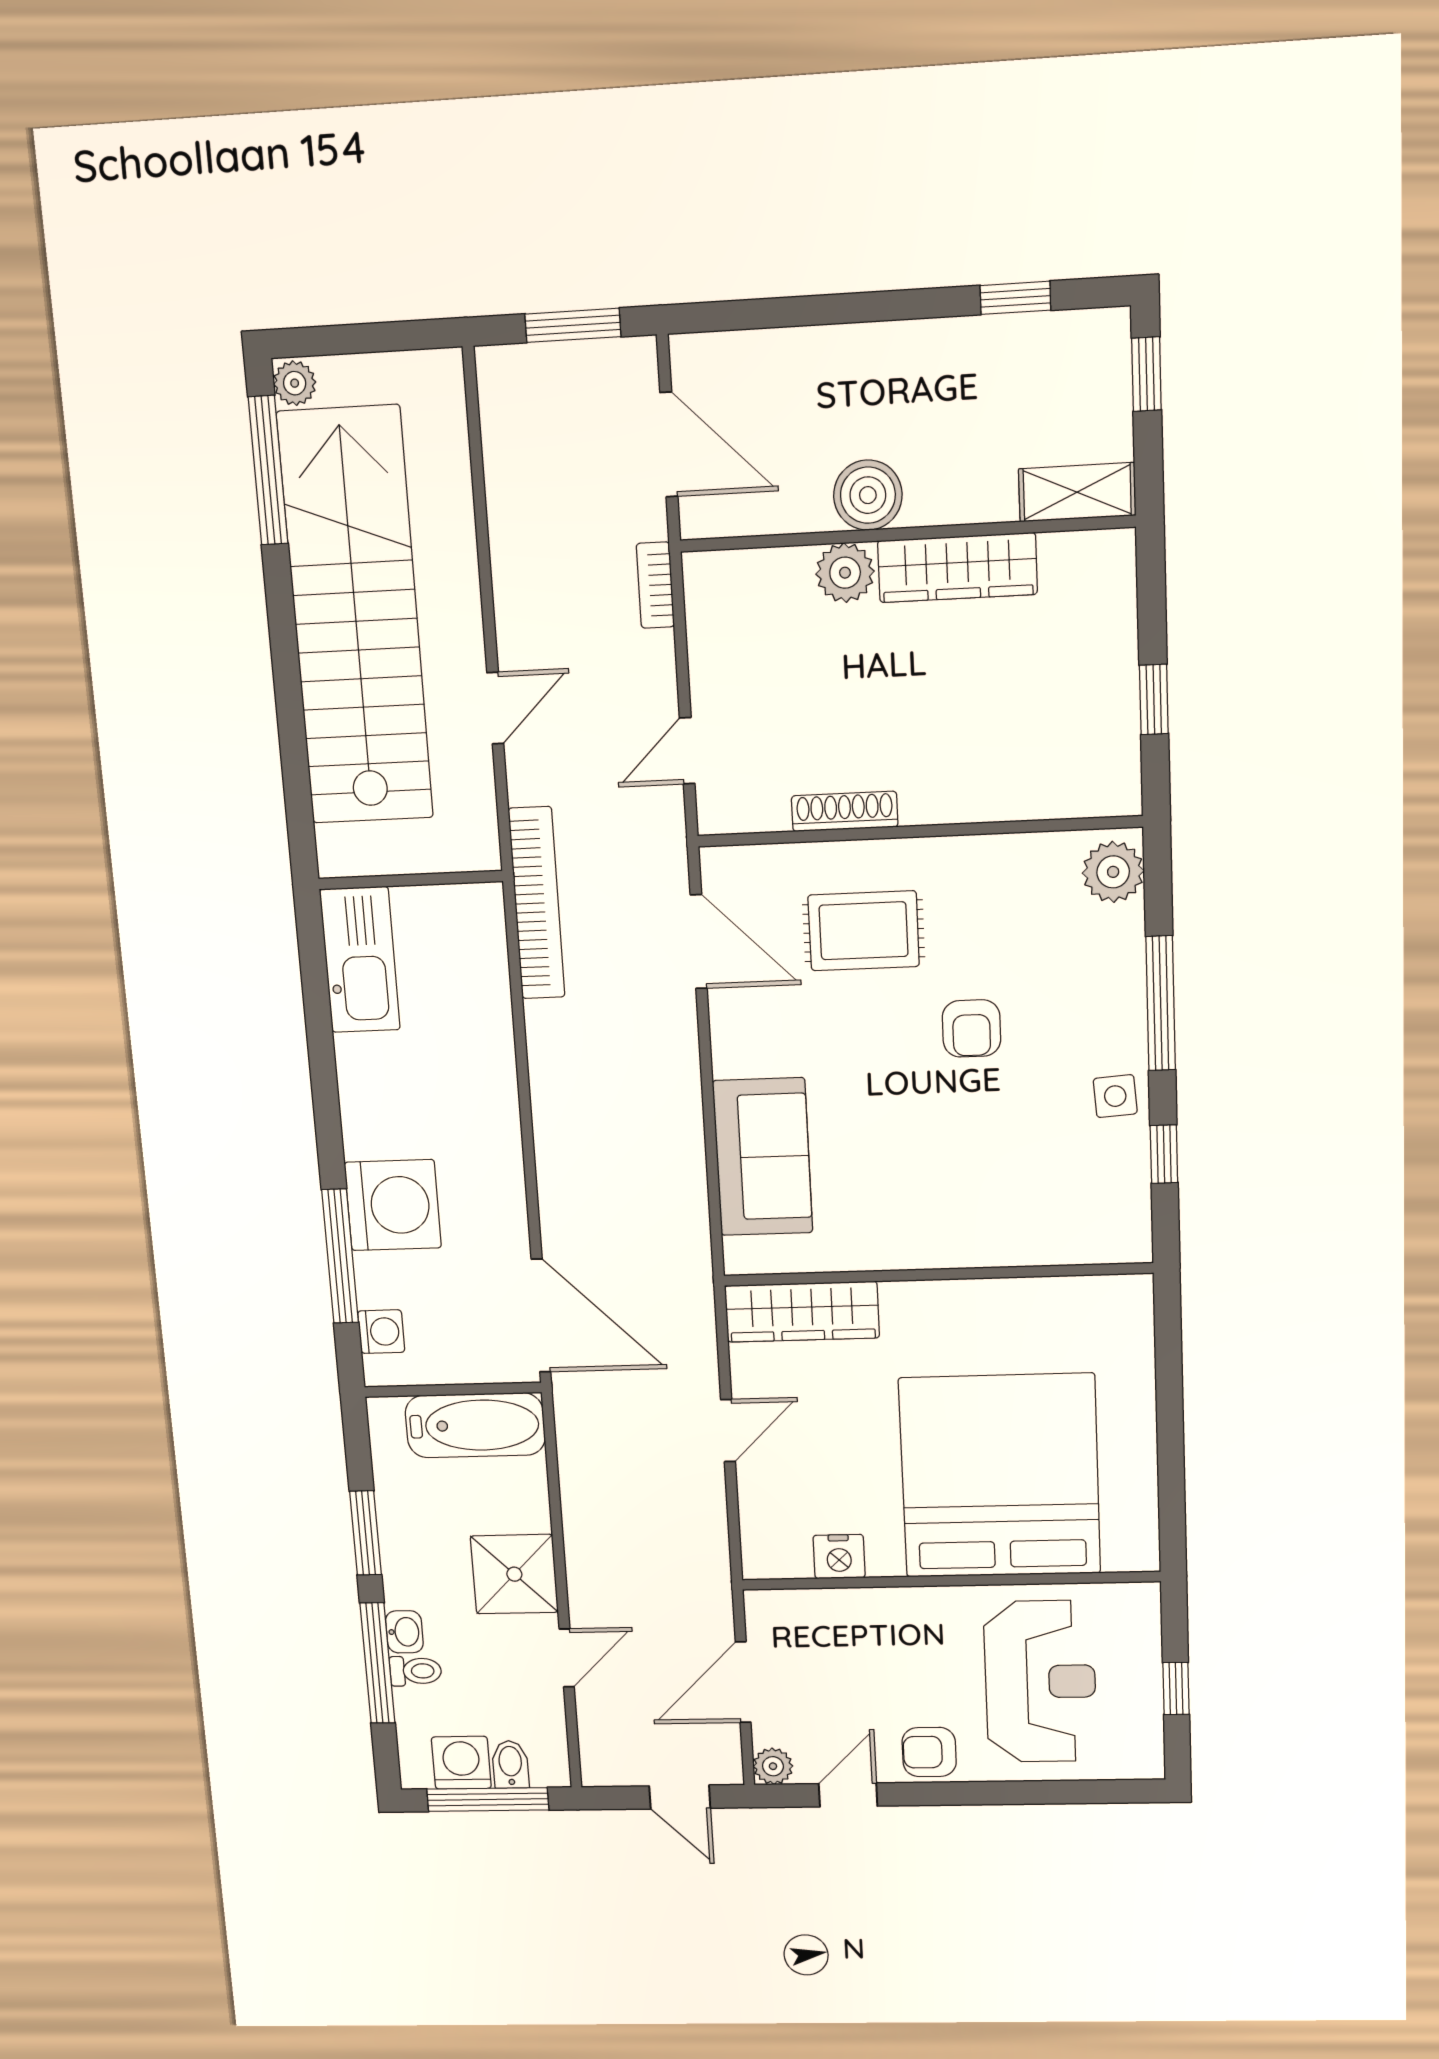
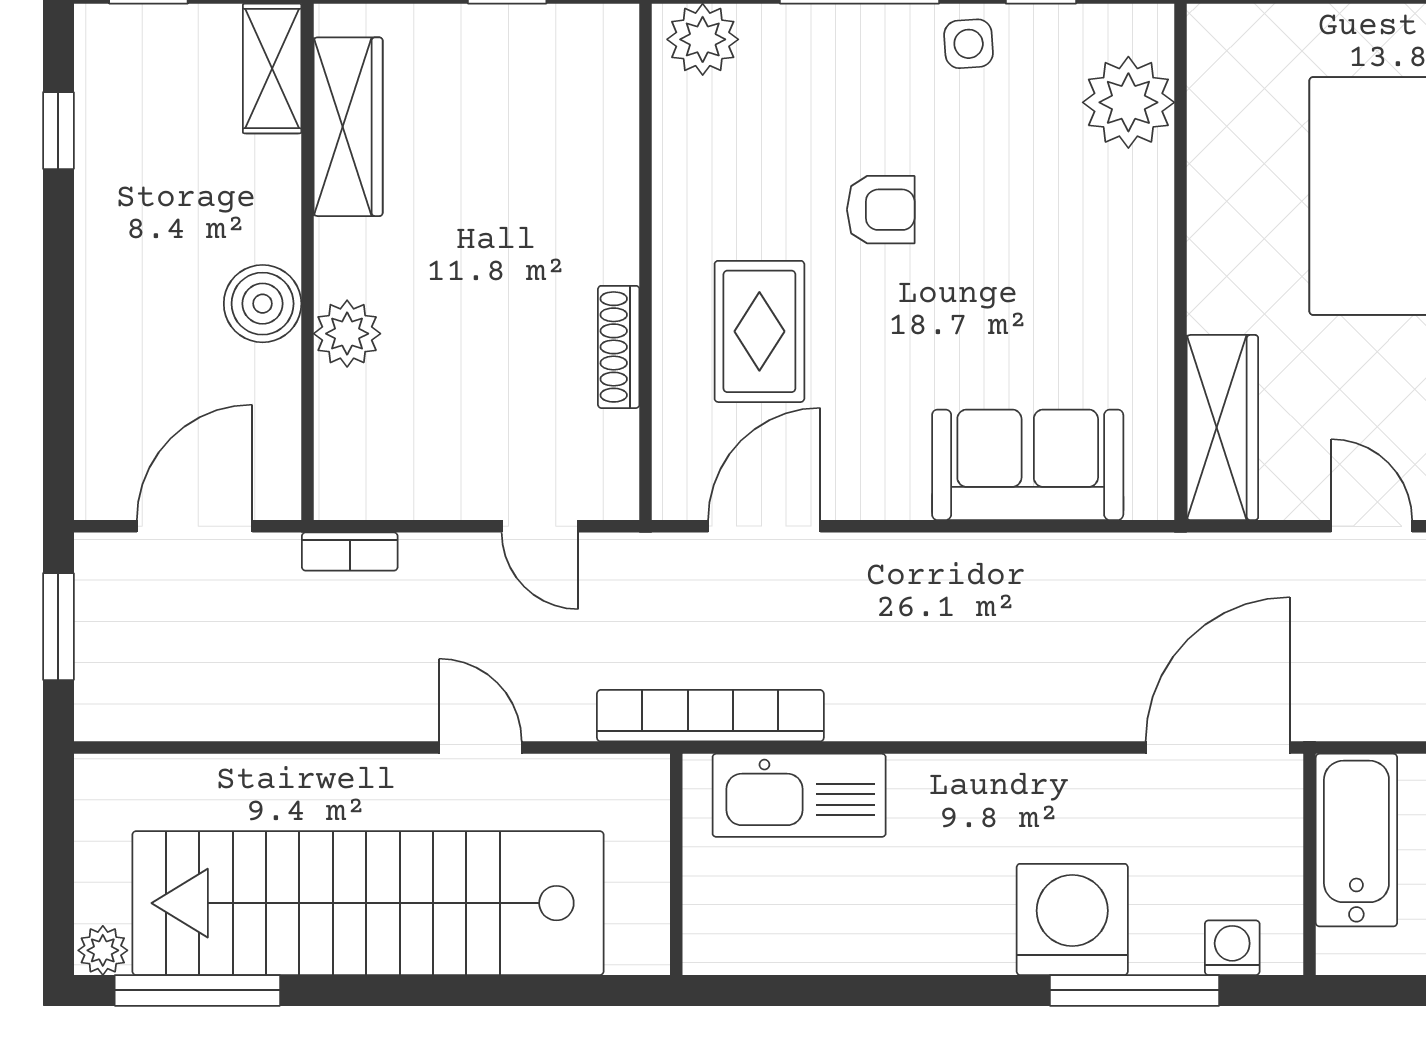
wardrobe: (957, 568) -> (348, 127), moved
kitchen sink: (360, 960) -> (799, 795), moved, turned 180
plant: (1069, 1229) -> (1128, 102), added

